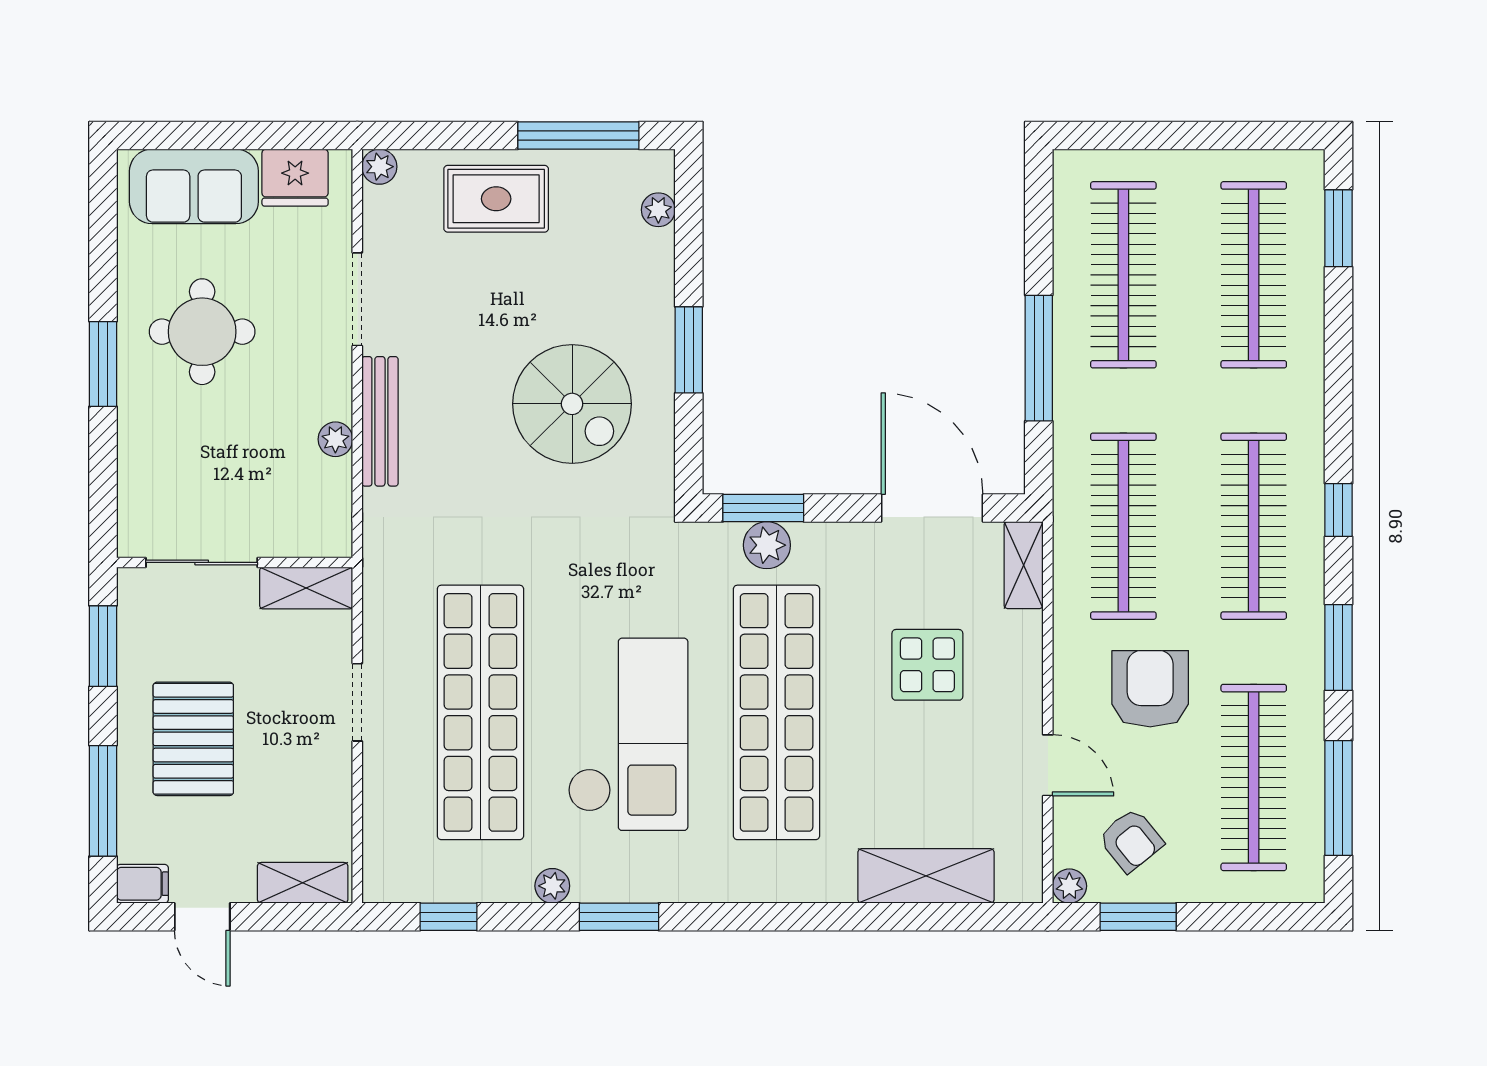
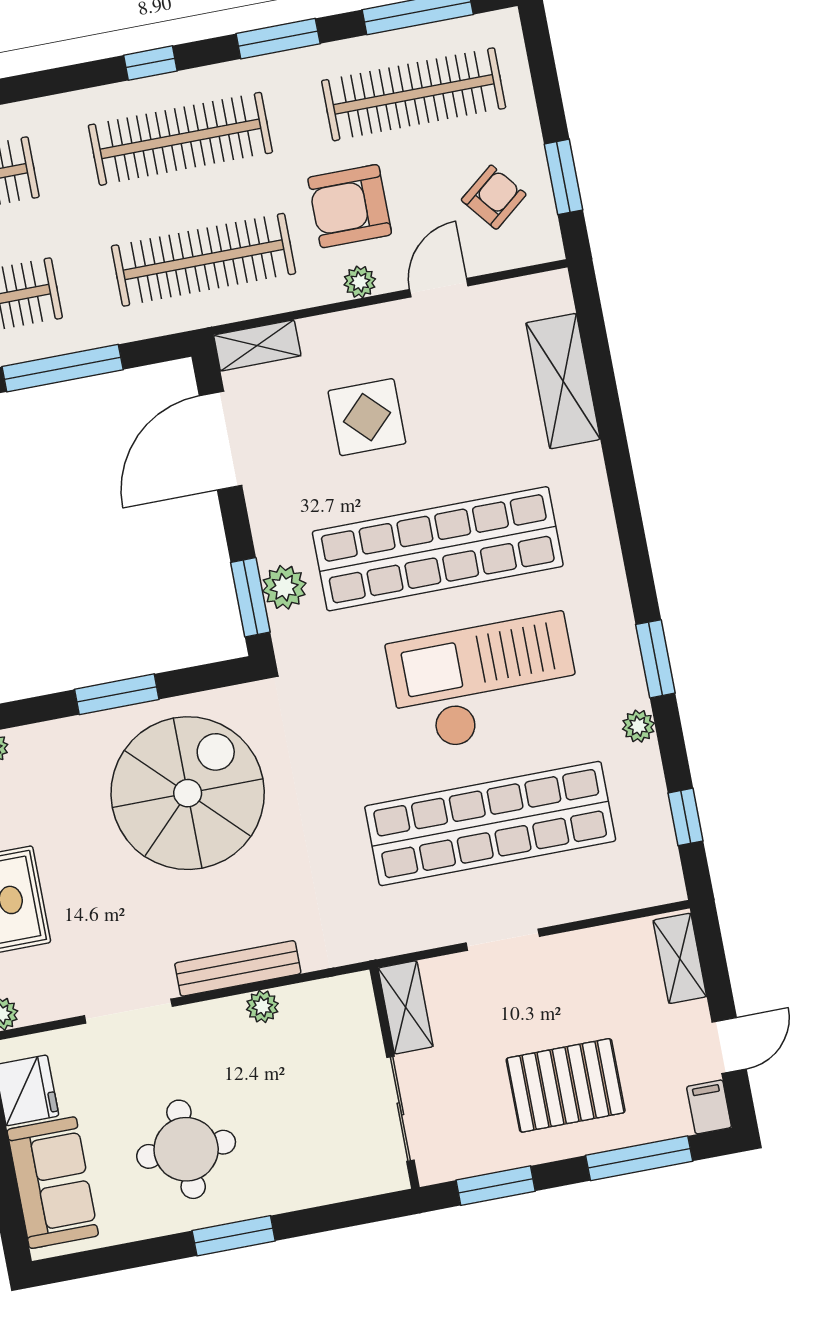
spiral stairs: (572, 404) -> (188, 793), width x1.37, depth x1.37
plant: (1069, 886) -> (360, 282), moved

